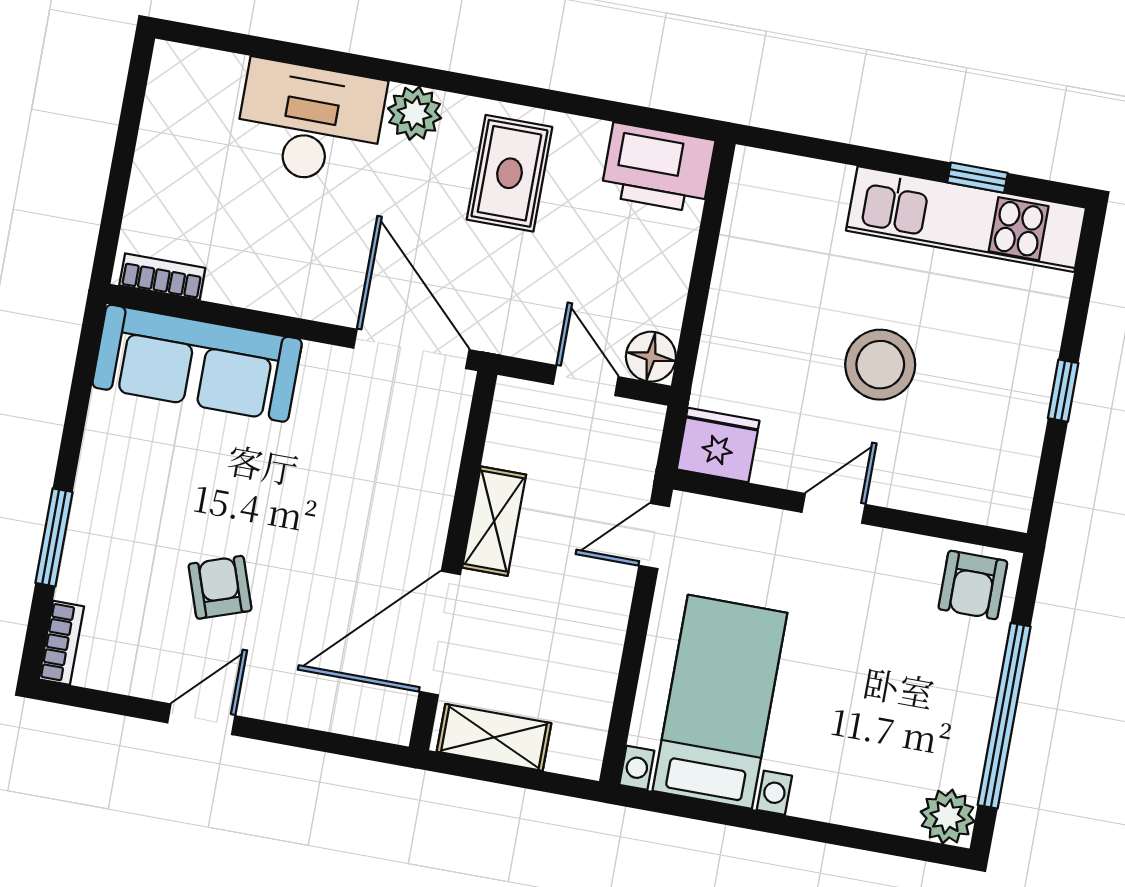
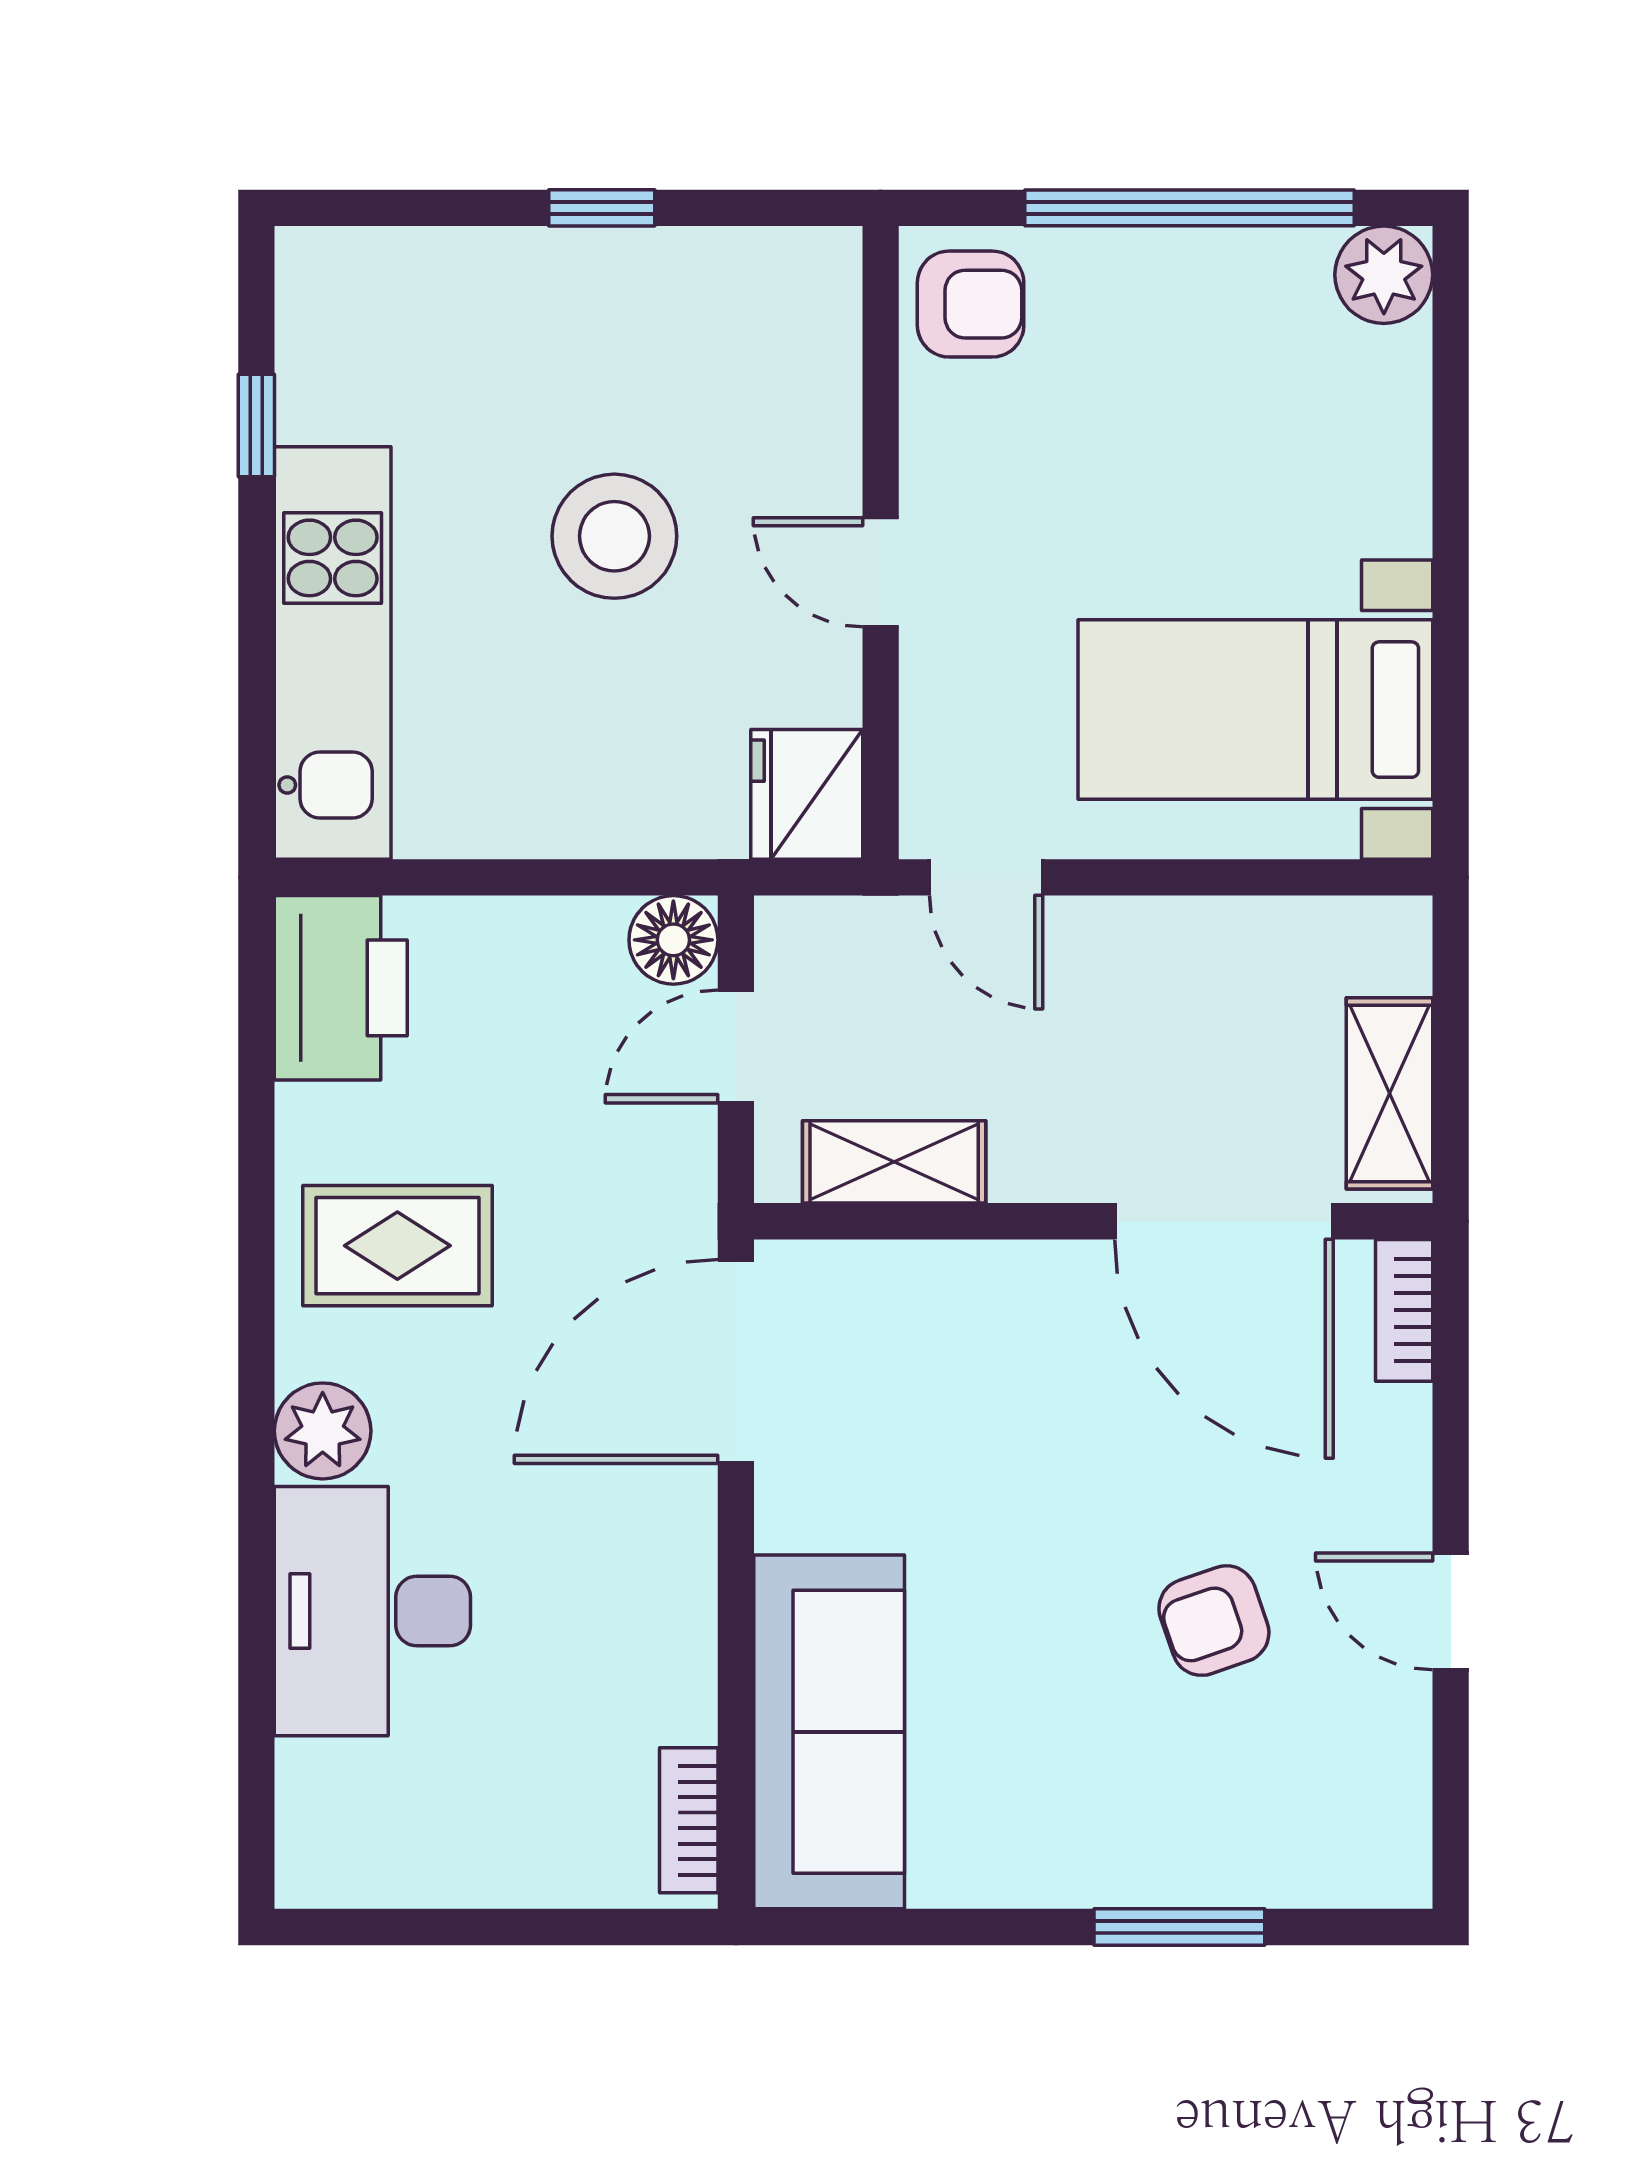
kitchen unit: (966, 219) -> (333, 653), moved
shelving: (494, 521) -> (894, 1162), moved
bookcase: (61, 643) -> (1404, 1310), moved, turned -90

